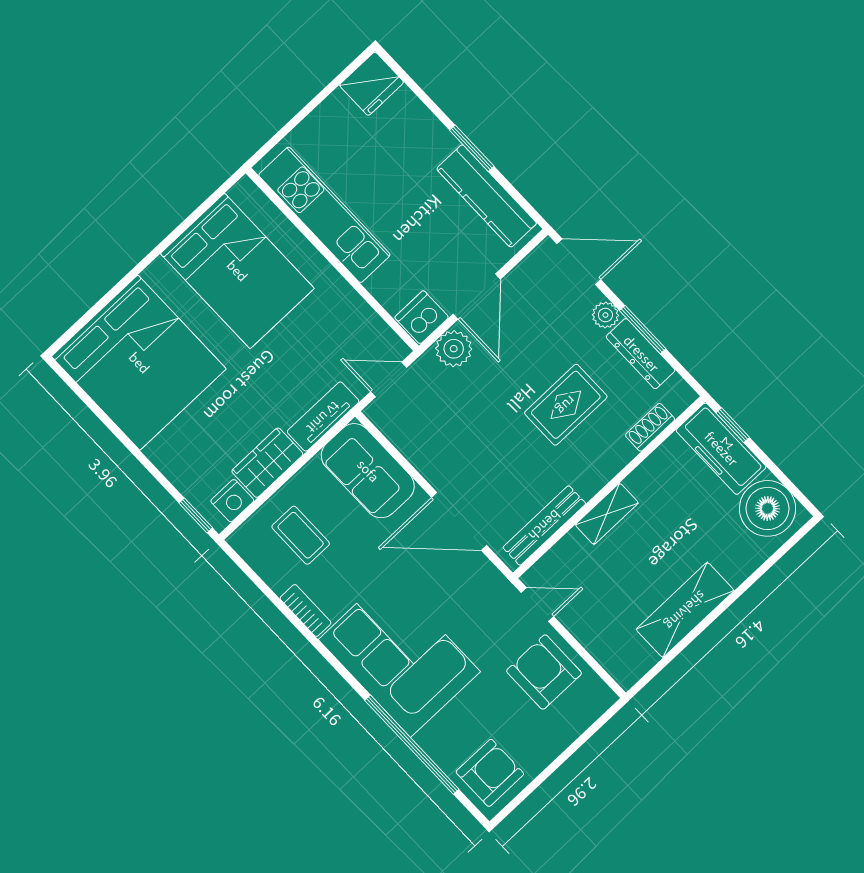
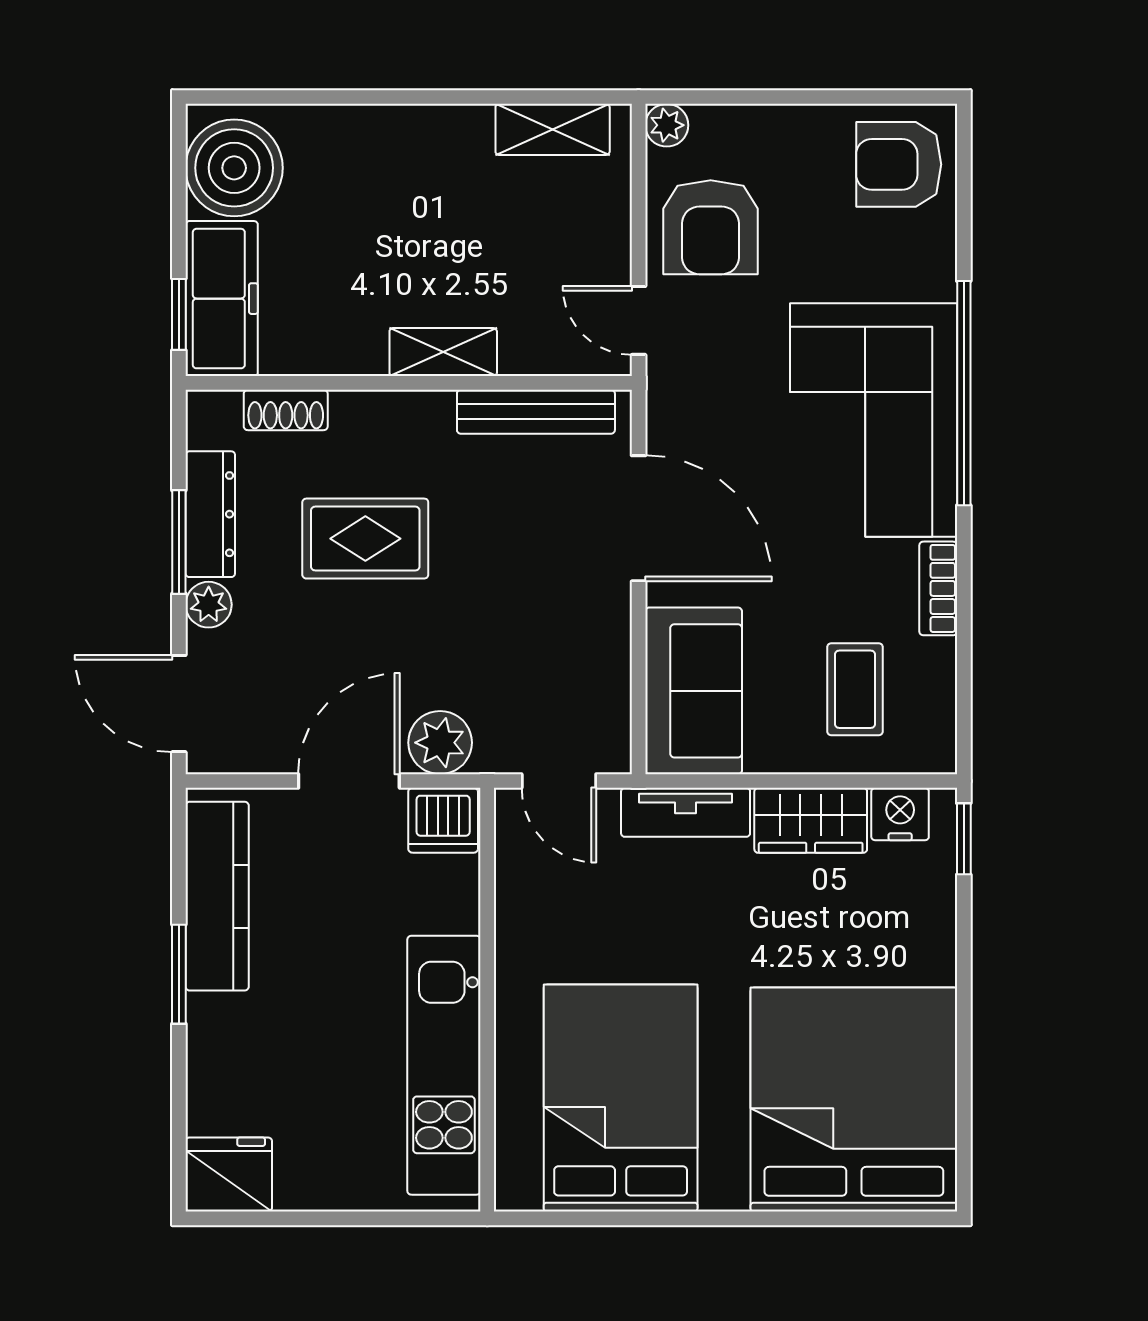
shelving: (685, 610) -> (553, 129), moved, width x0.67, depth x0.75
plant: (603, 698) -> (667, 125), added
window: (412, 745) -> (964, 393), moved

